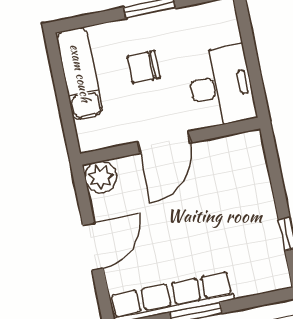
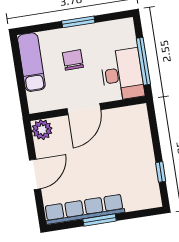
window: (253, 64) -> (143, 61), added
chair: (144, 67) -> (73, 60), turned 89

